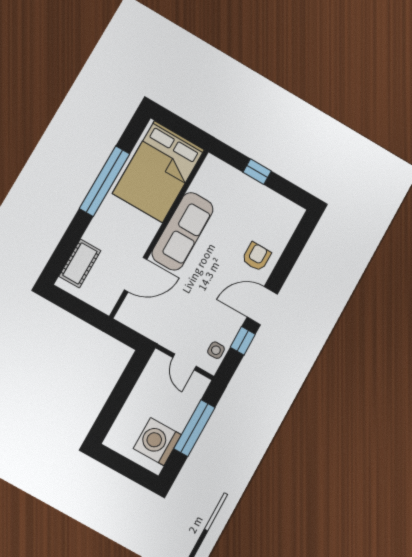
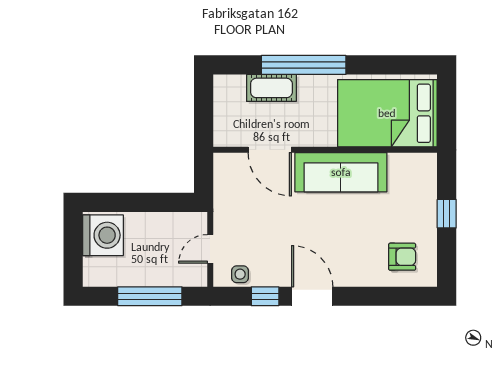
window: (105, 181) -> (304, 65), moved
armchair: (256, 257) -> (402, 257), moved
cot: (80, 263) -> (271, 88), moved
washing machine: (157, 442) -> (103, 235), moved, turned 90

